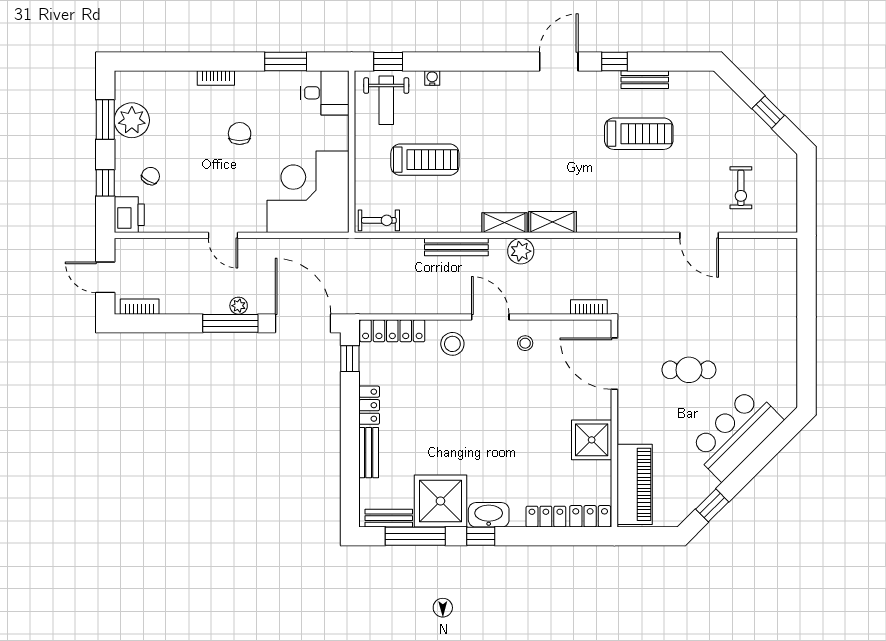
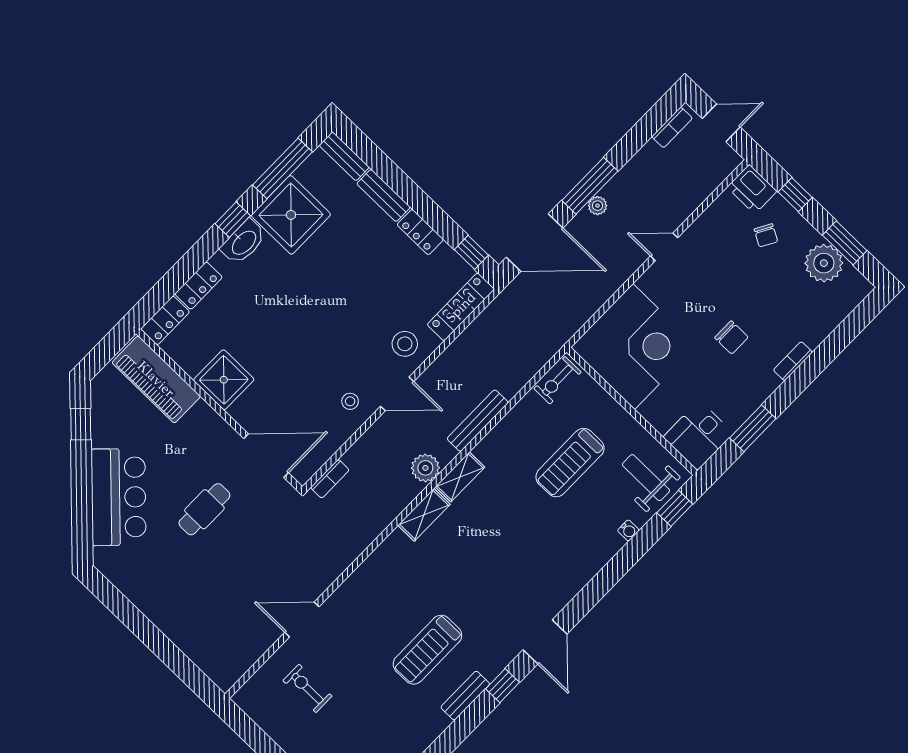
bench: (389, 518) -> (344, 156), moved, turned 90

